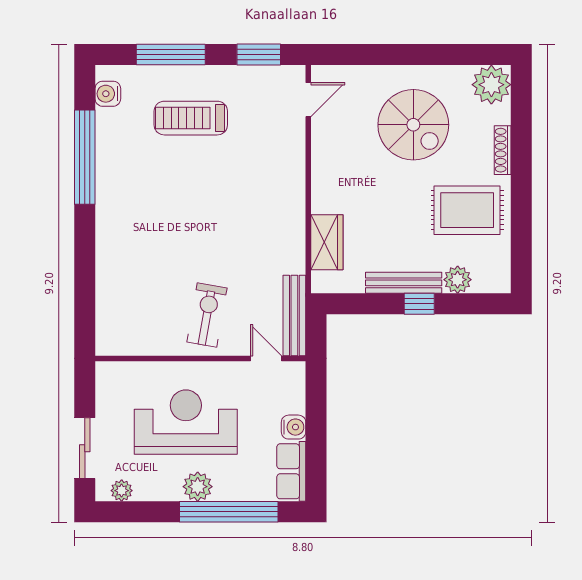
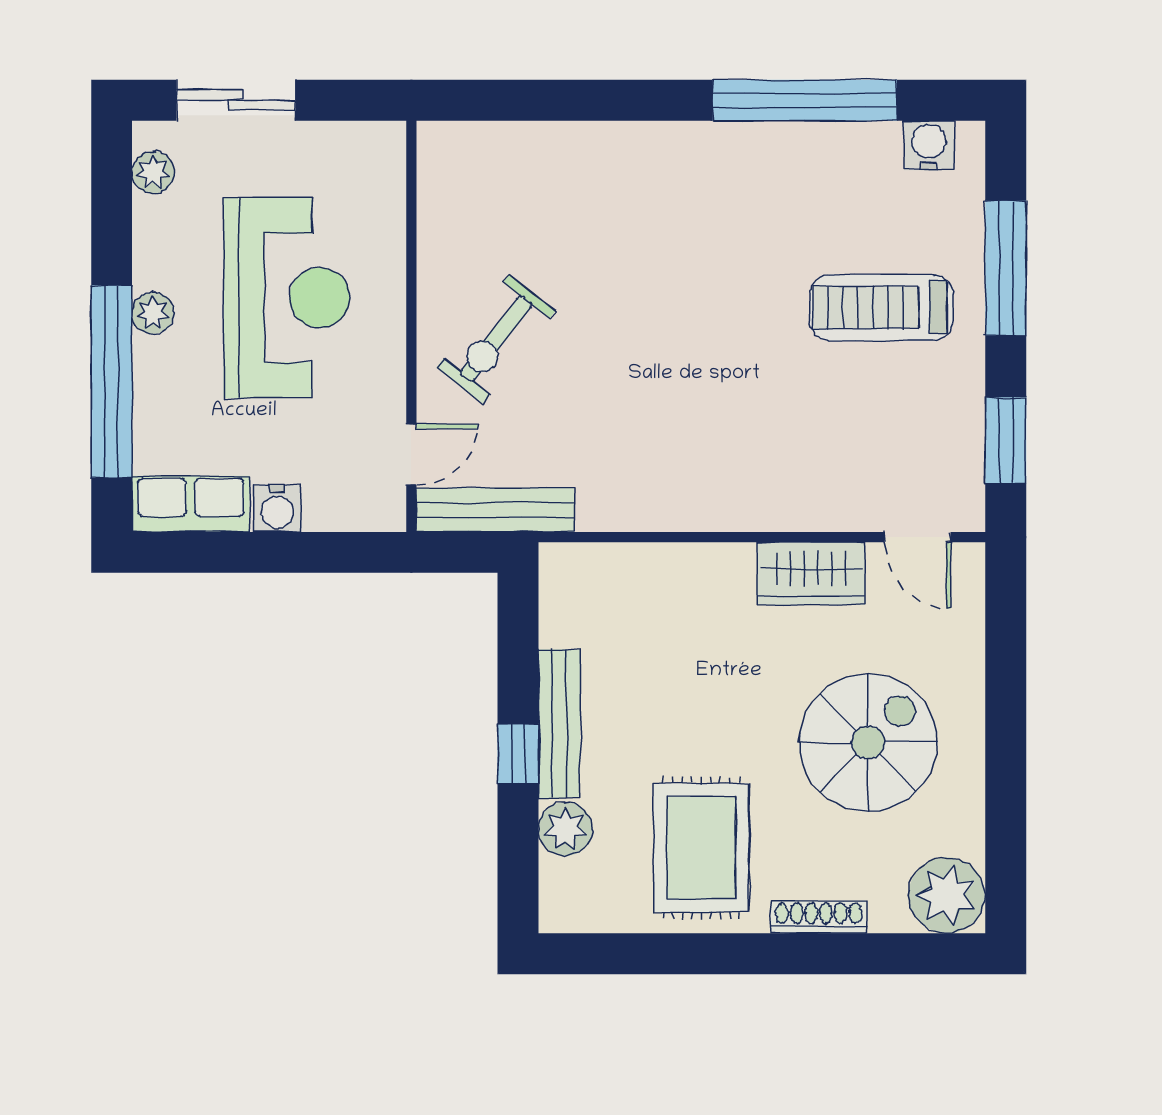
treadmill: (191, 118) -> (881, 307), turned -90
spiral stairs: (413, 125) -> (868, 743), turned 180
wardrobe: (327, 242) -> (811, 573), moved
exercise bike: (207, 315) -> (496, 339), turned 118
plant: (198, 487) -> (153, 313), width x0.73, depth x0.73

